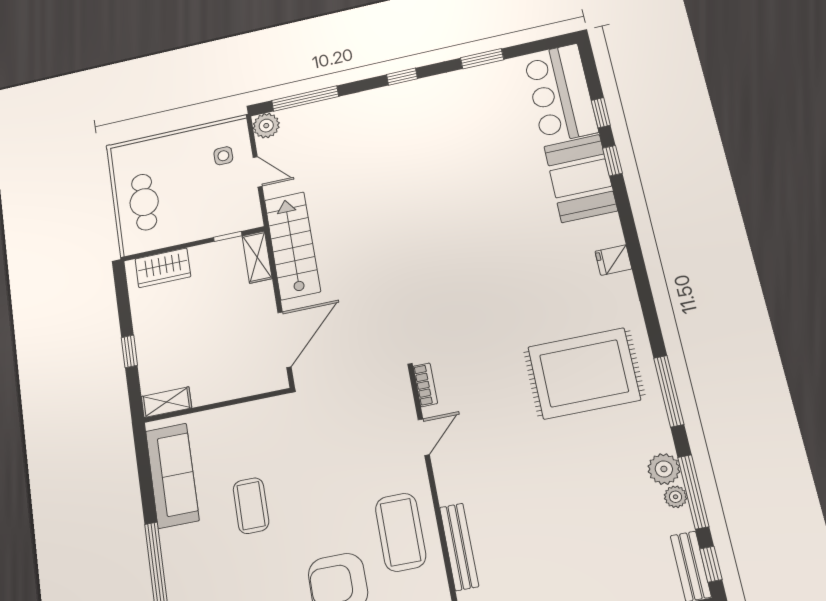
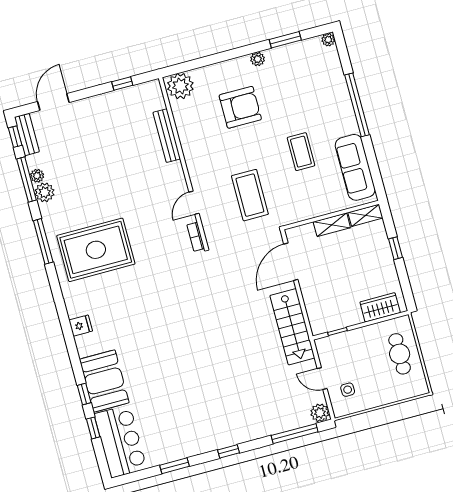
shelving: (257, 257) -> (332, 225), moved, turned 90
coffee table: (401, 532) -> (250, 195), moved

